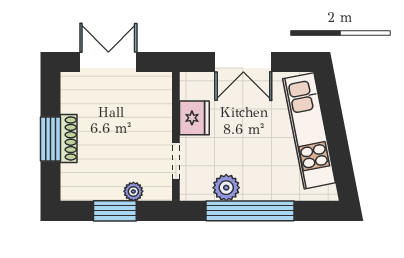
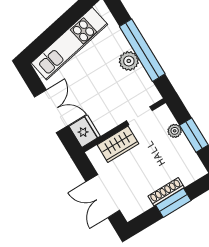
wardrobe: (158, 116) -> (118, 144), added
fridge: (194, 118) -> (85, 131), moved, turned 90
plant: (226, 188) -> (129, 61), moved

